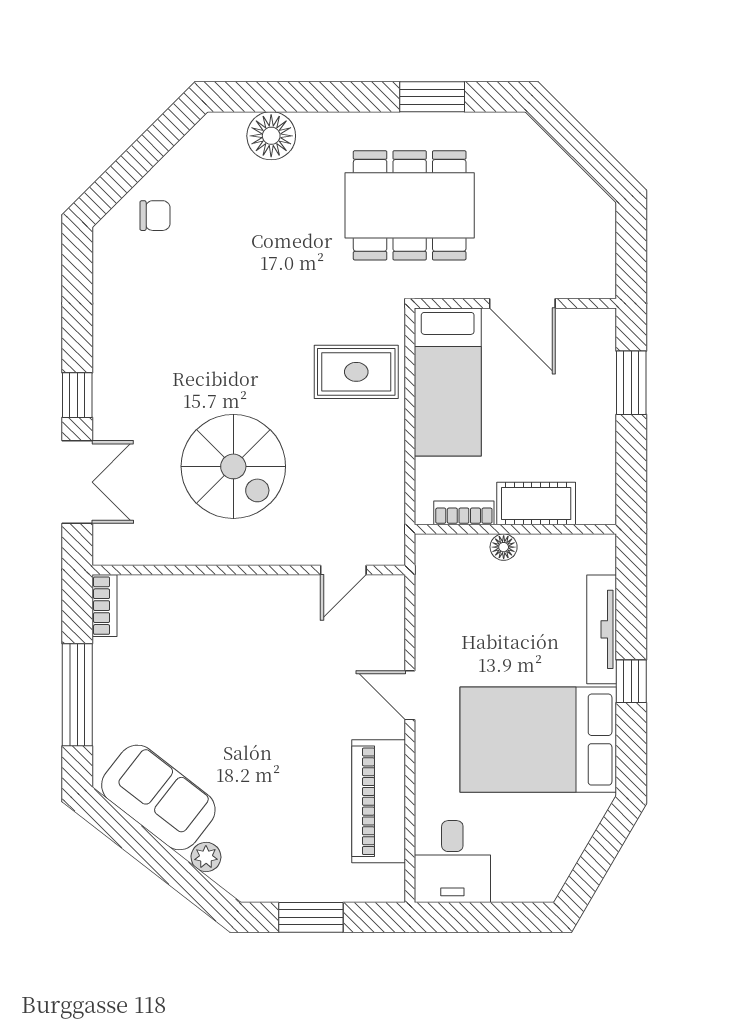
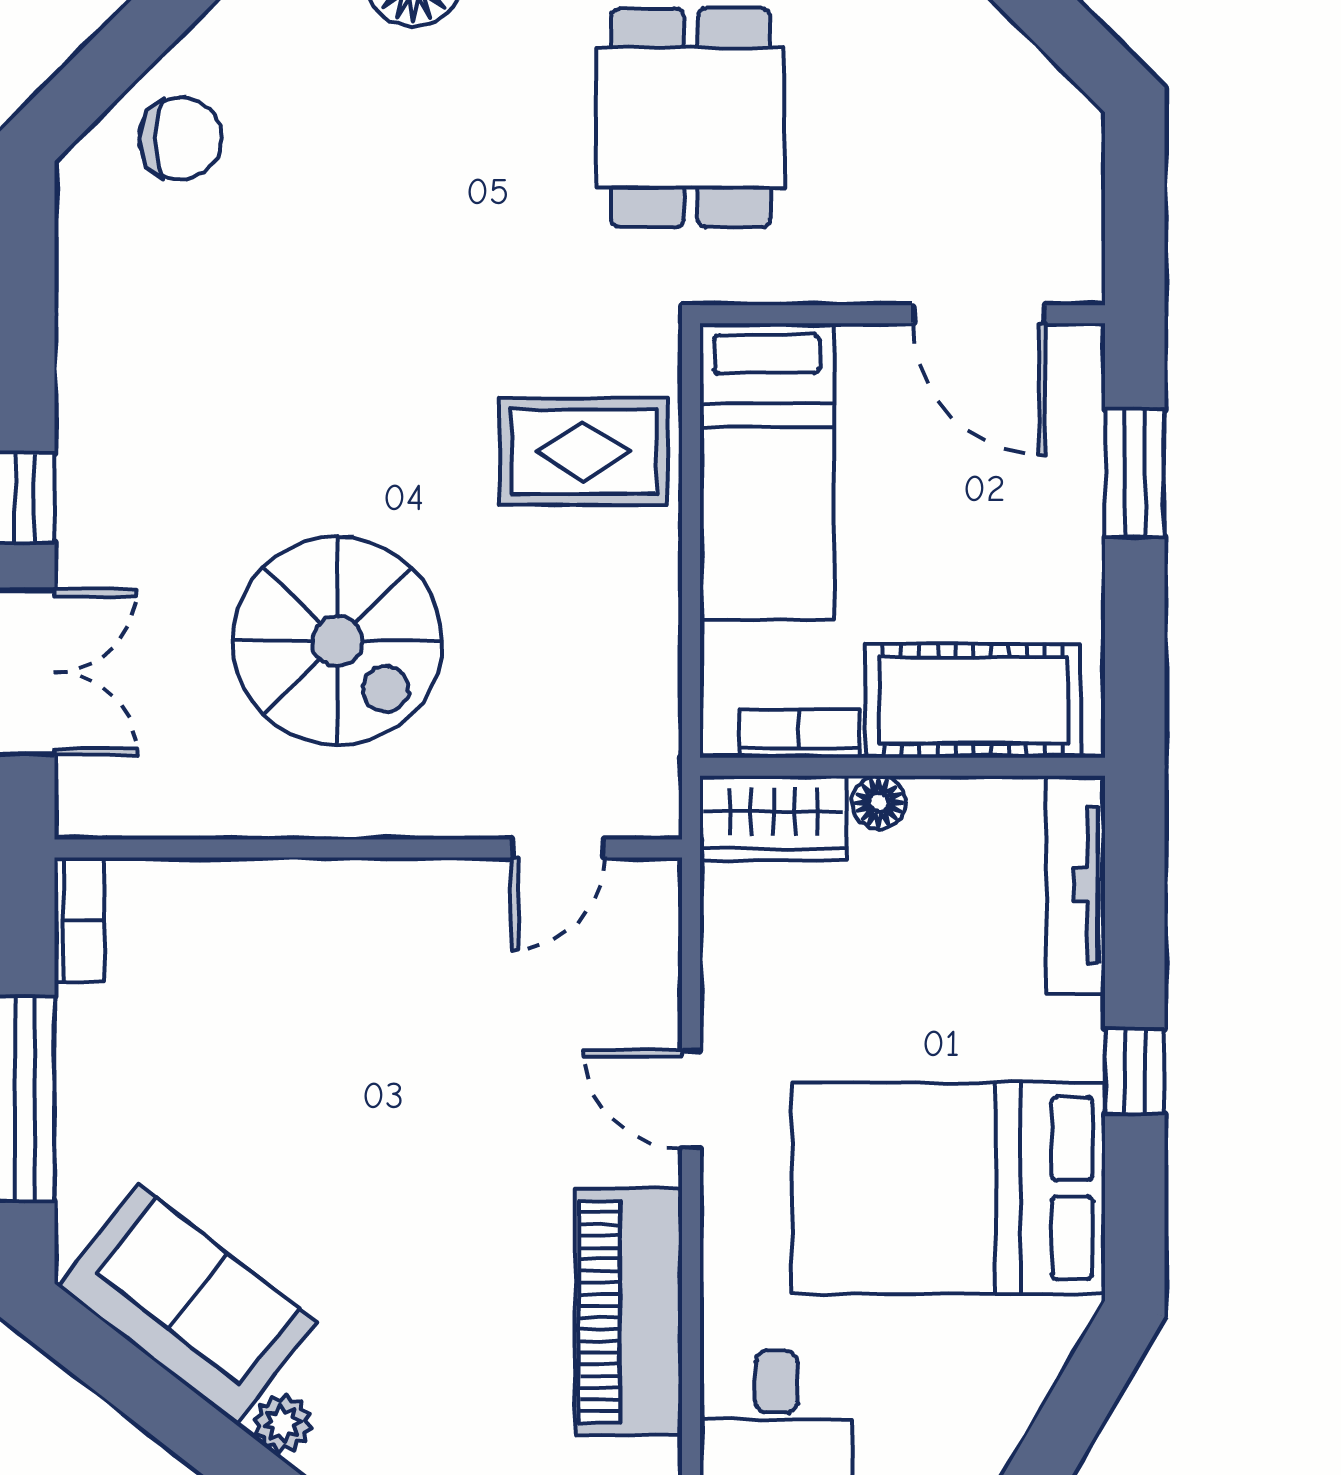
dining table: (410, 205) -> (691, 118), width x0.73
chair: (155, 216) -> (180, 138), width x1.37, depth x1.37
door: (522, 303) -> (979, 314), moved
cot: (536, 503) -> (973, 701), width x1.37, depth x1.34
wardrobe: (451, 555) -> (773, 818), added
tv unit: (602, 629) -> (1075, 885), moved

